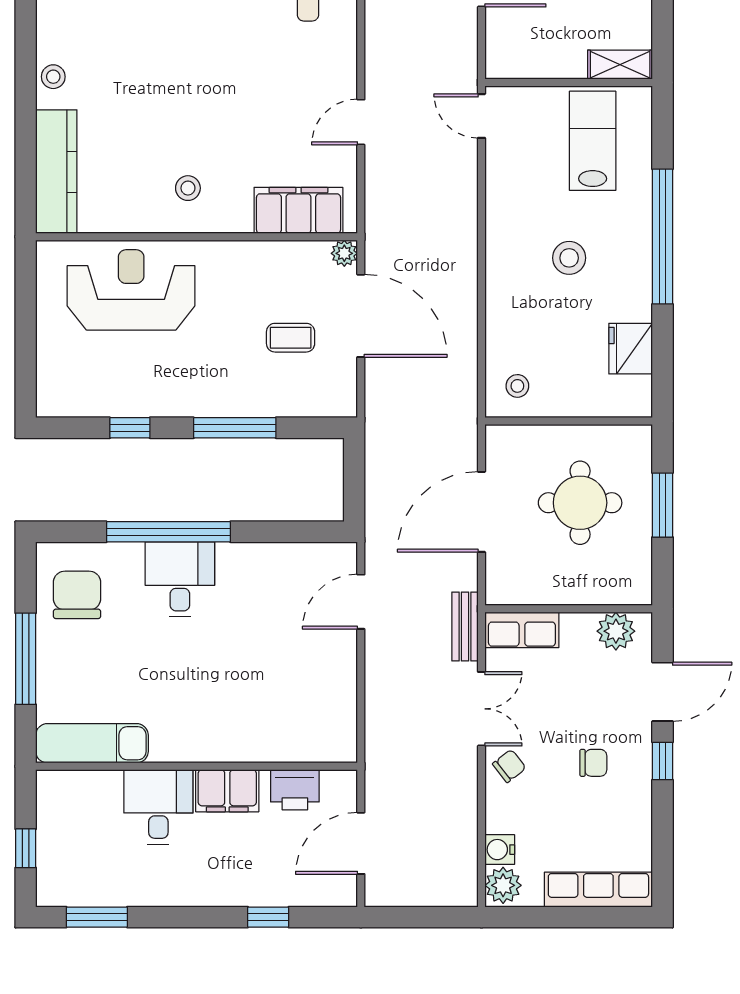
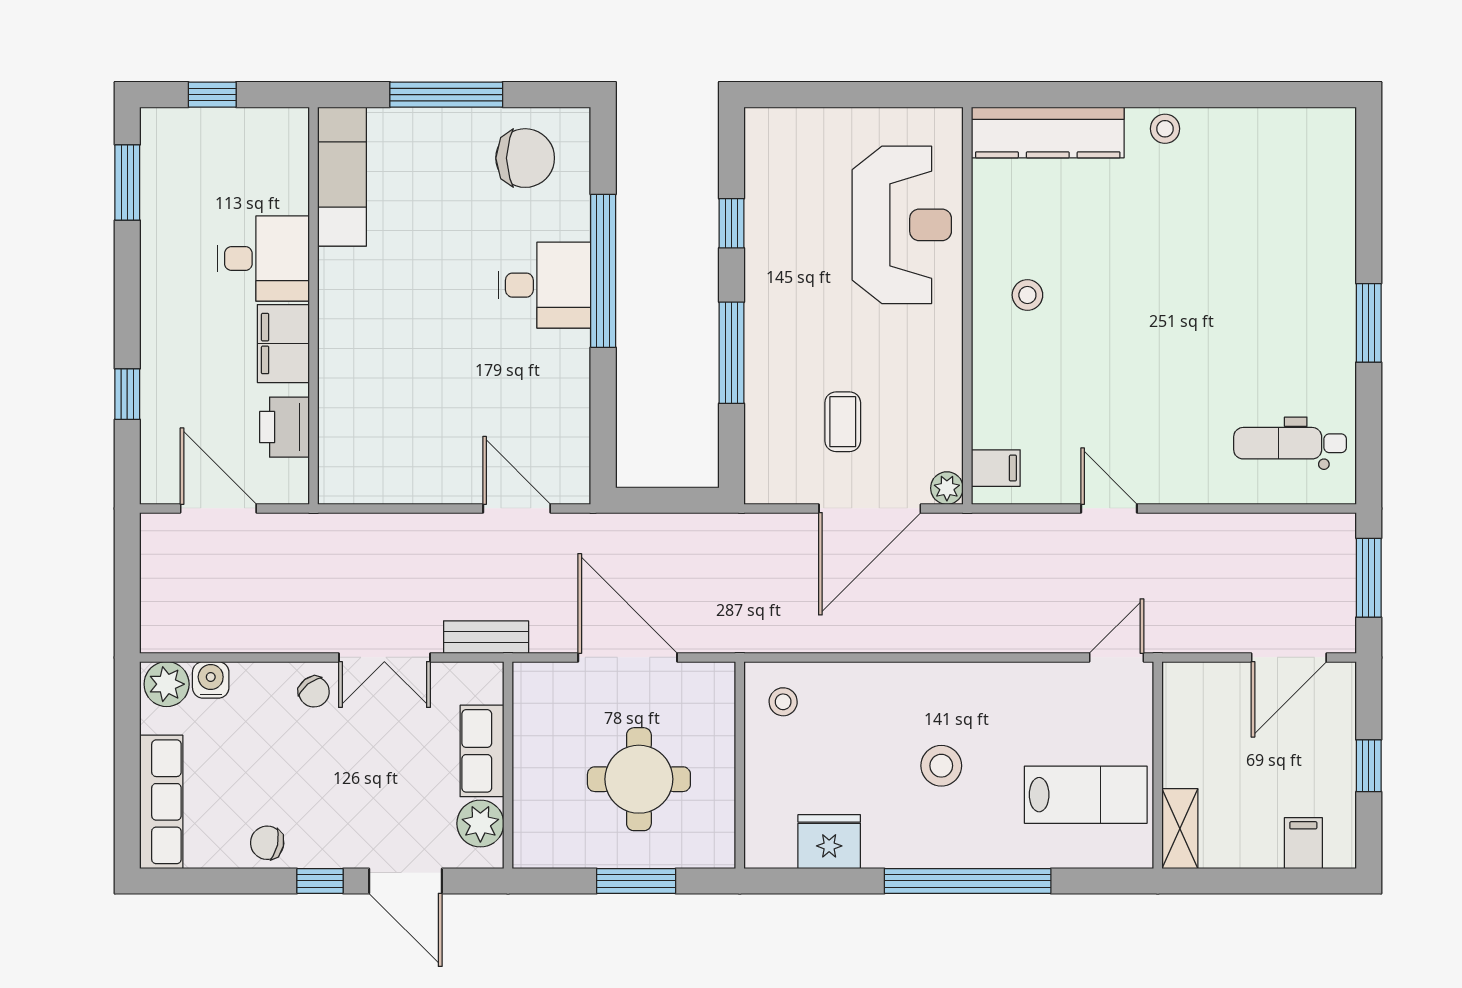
filing cabinet: (298, 210) -> (996, 468), width x0.33, depth x0.86
row of seats: (522, 630) -> (482, 751), moved
chair: (593, 763) -> (267, 843), moved, turned 102

